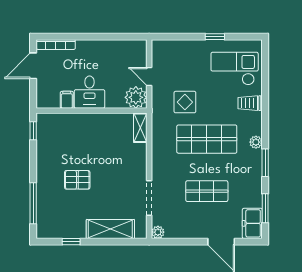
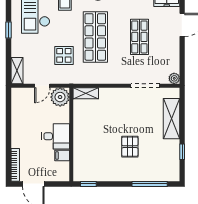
shelving: (167, 47) -> (17, 71), added

